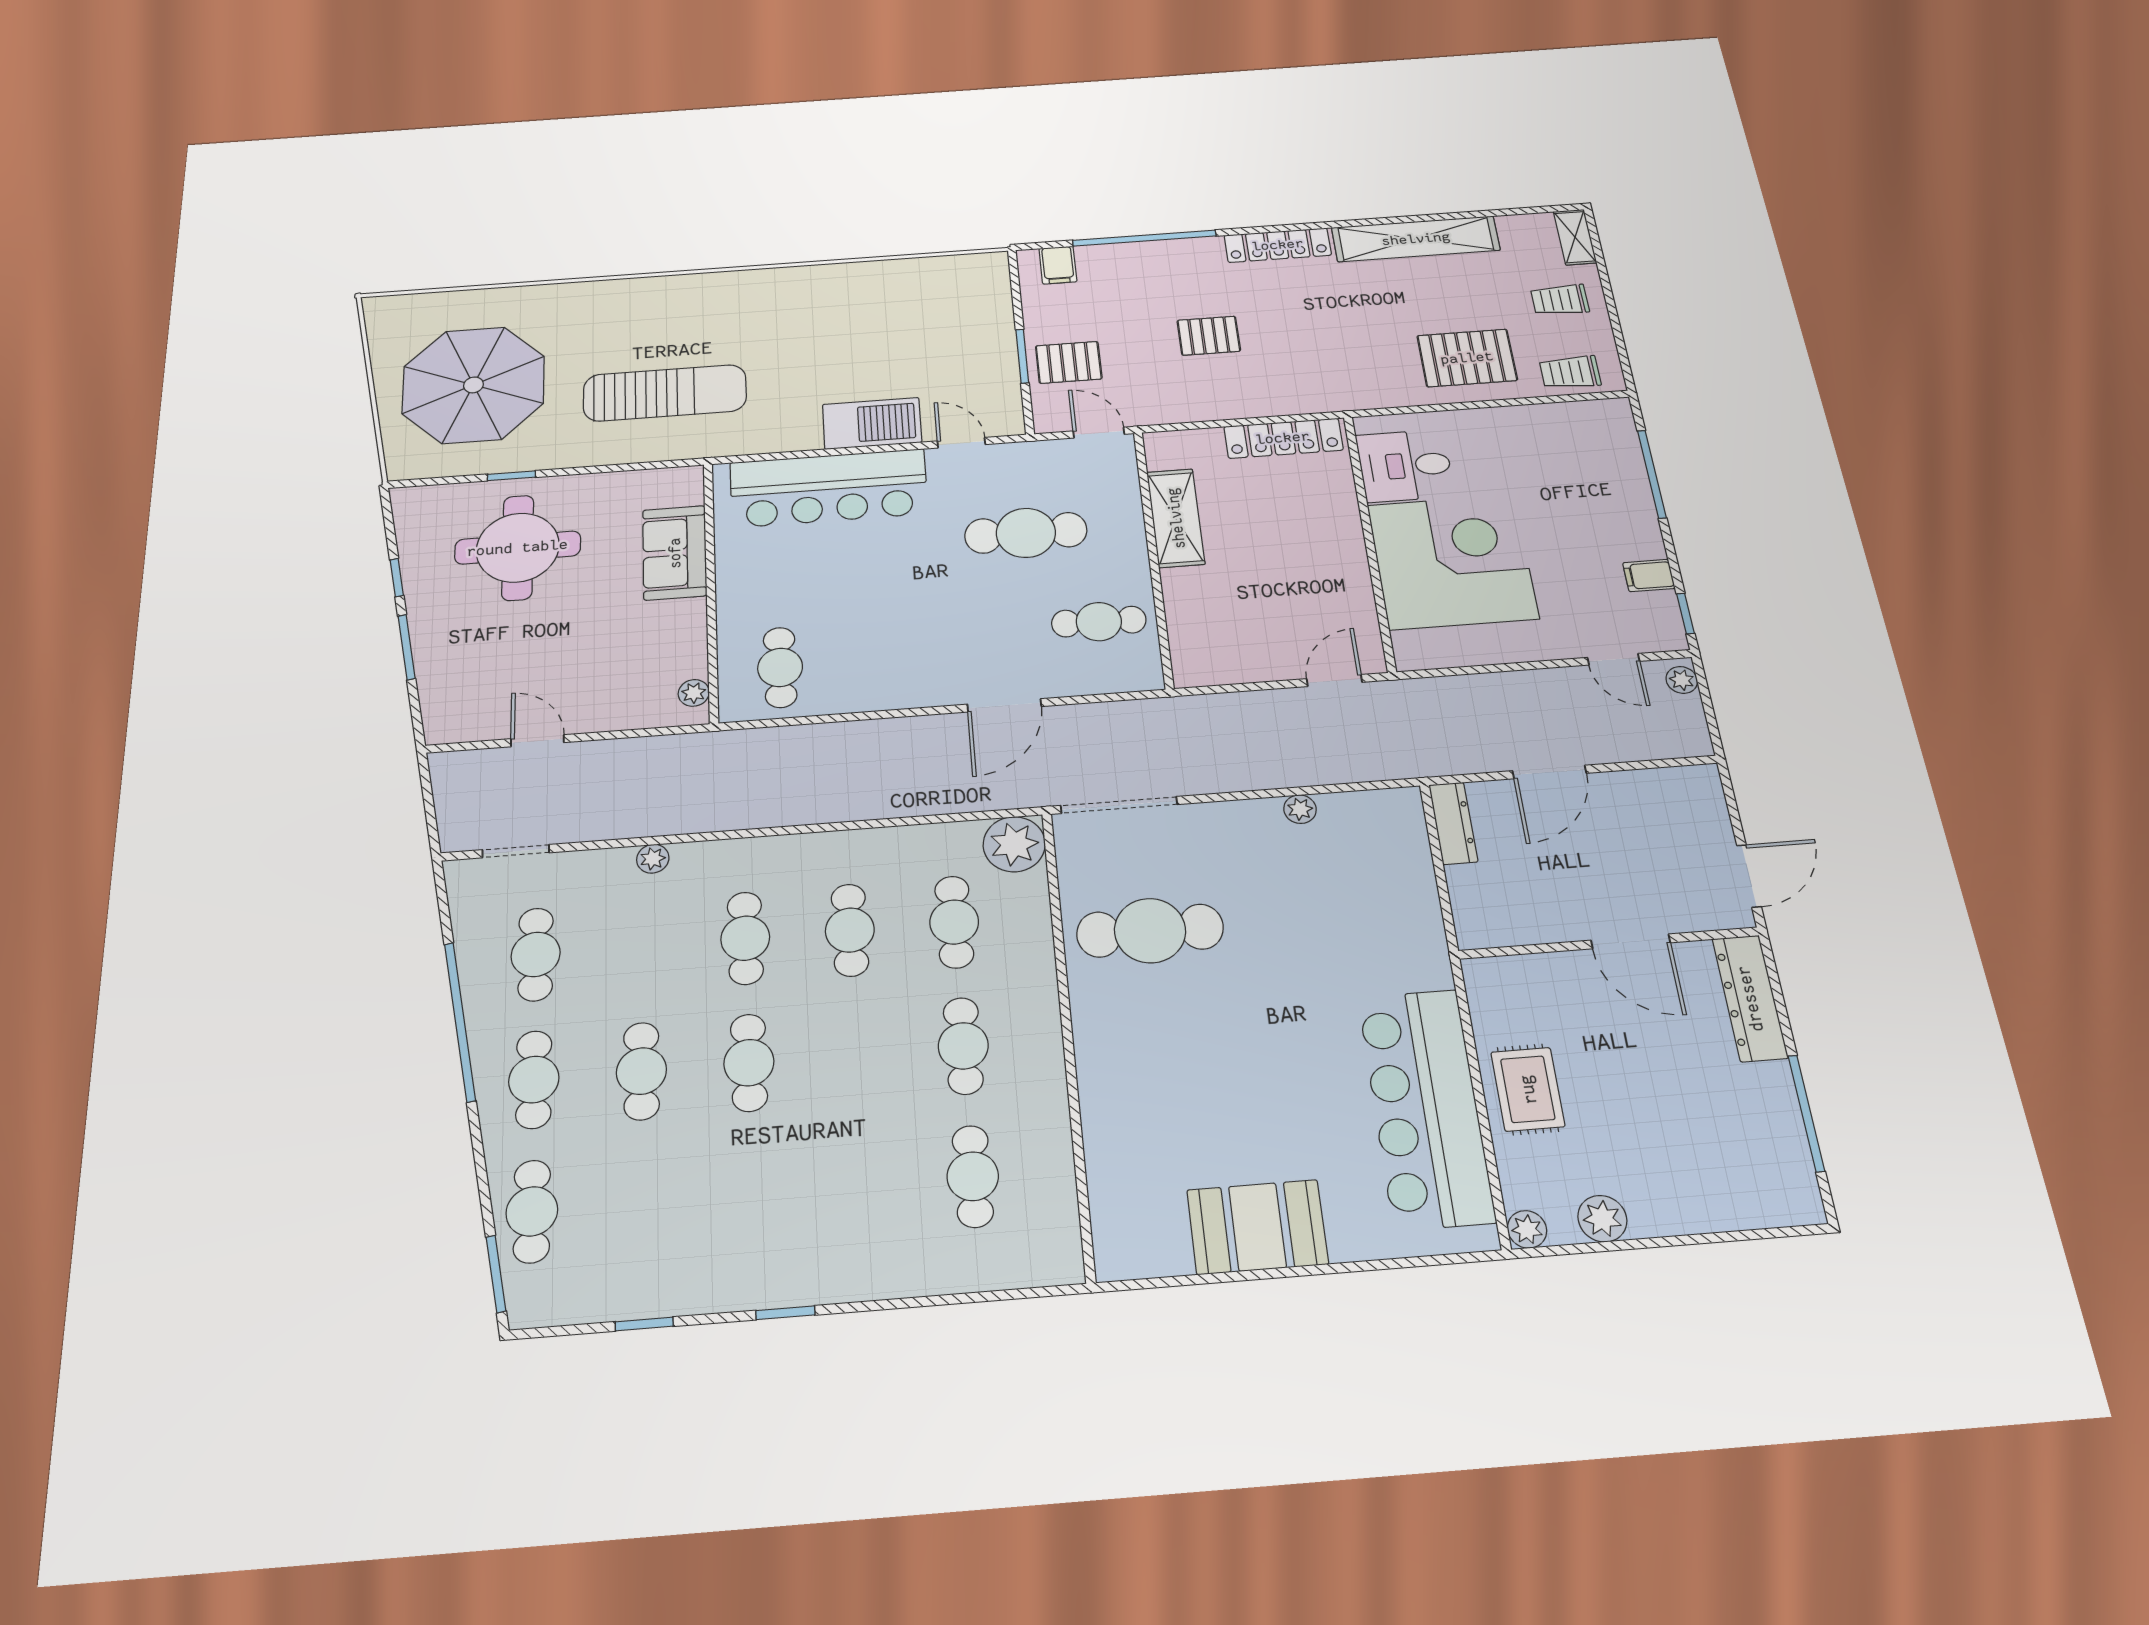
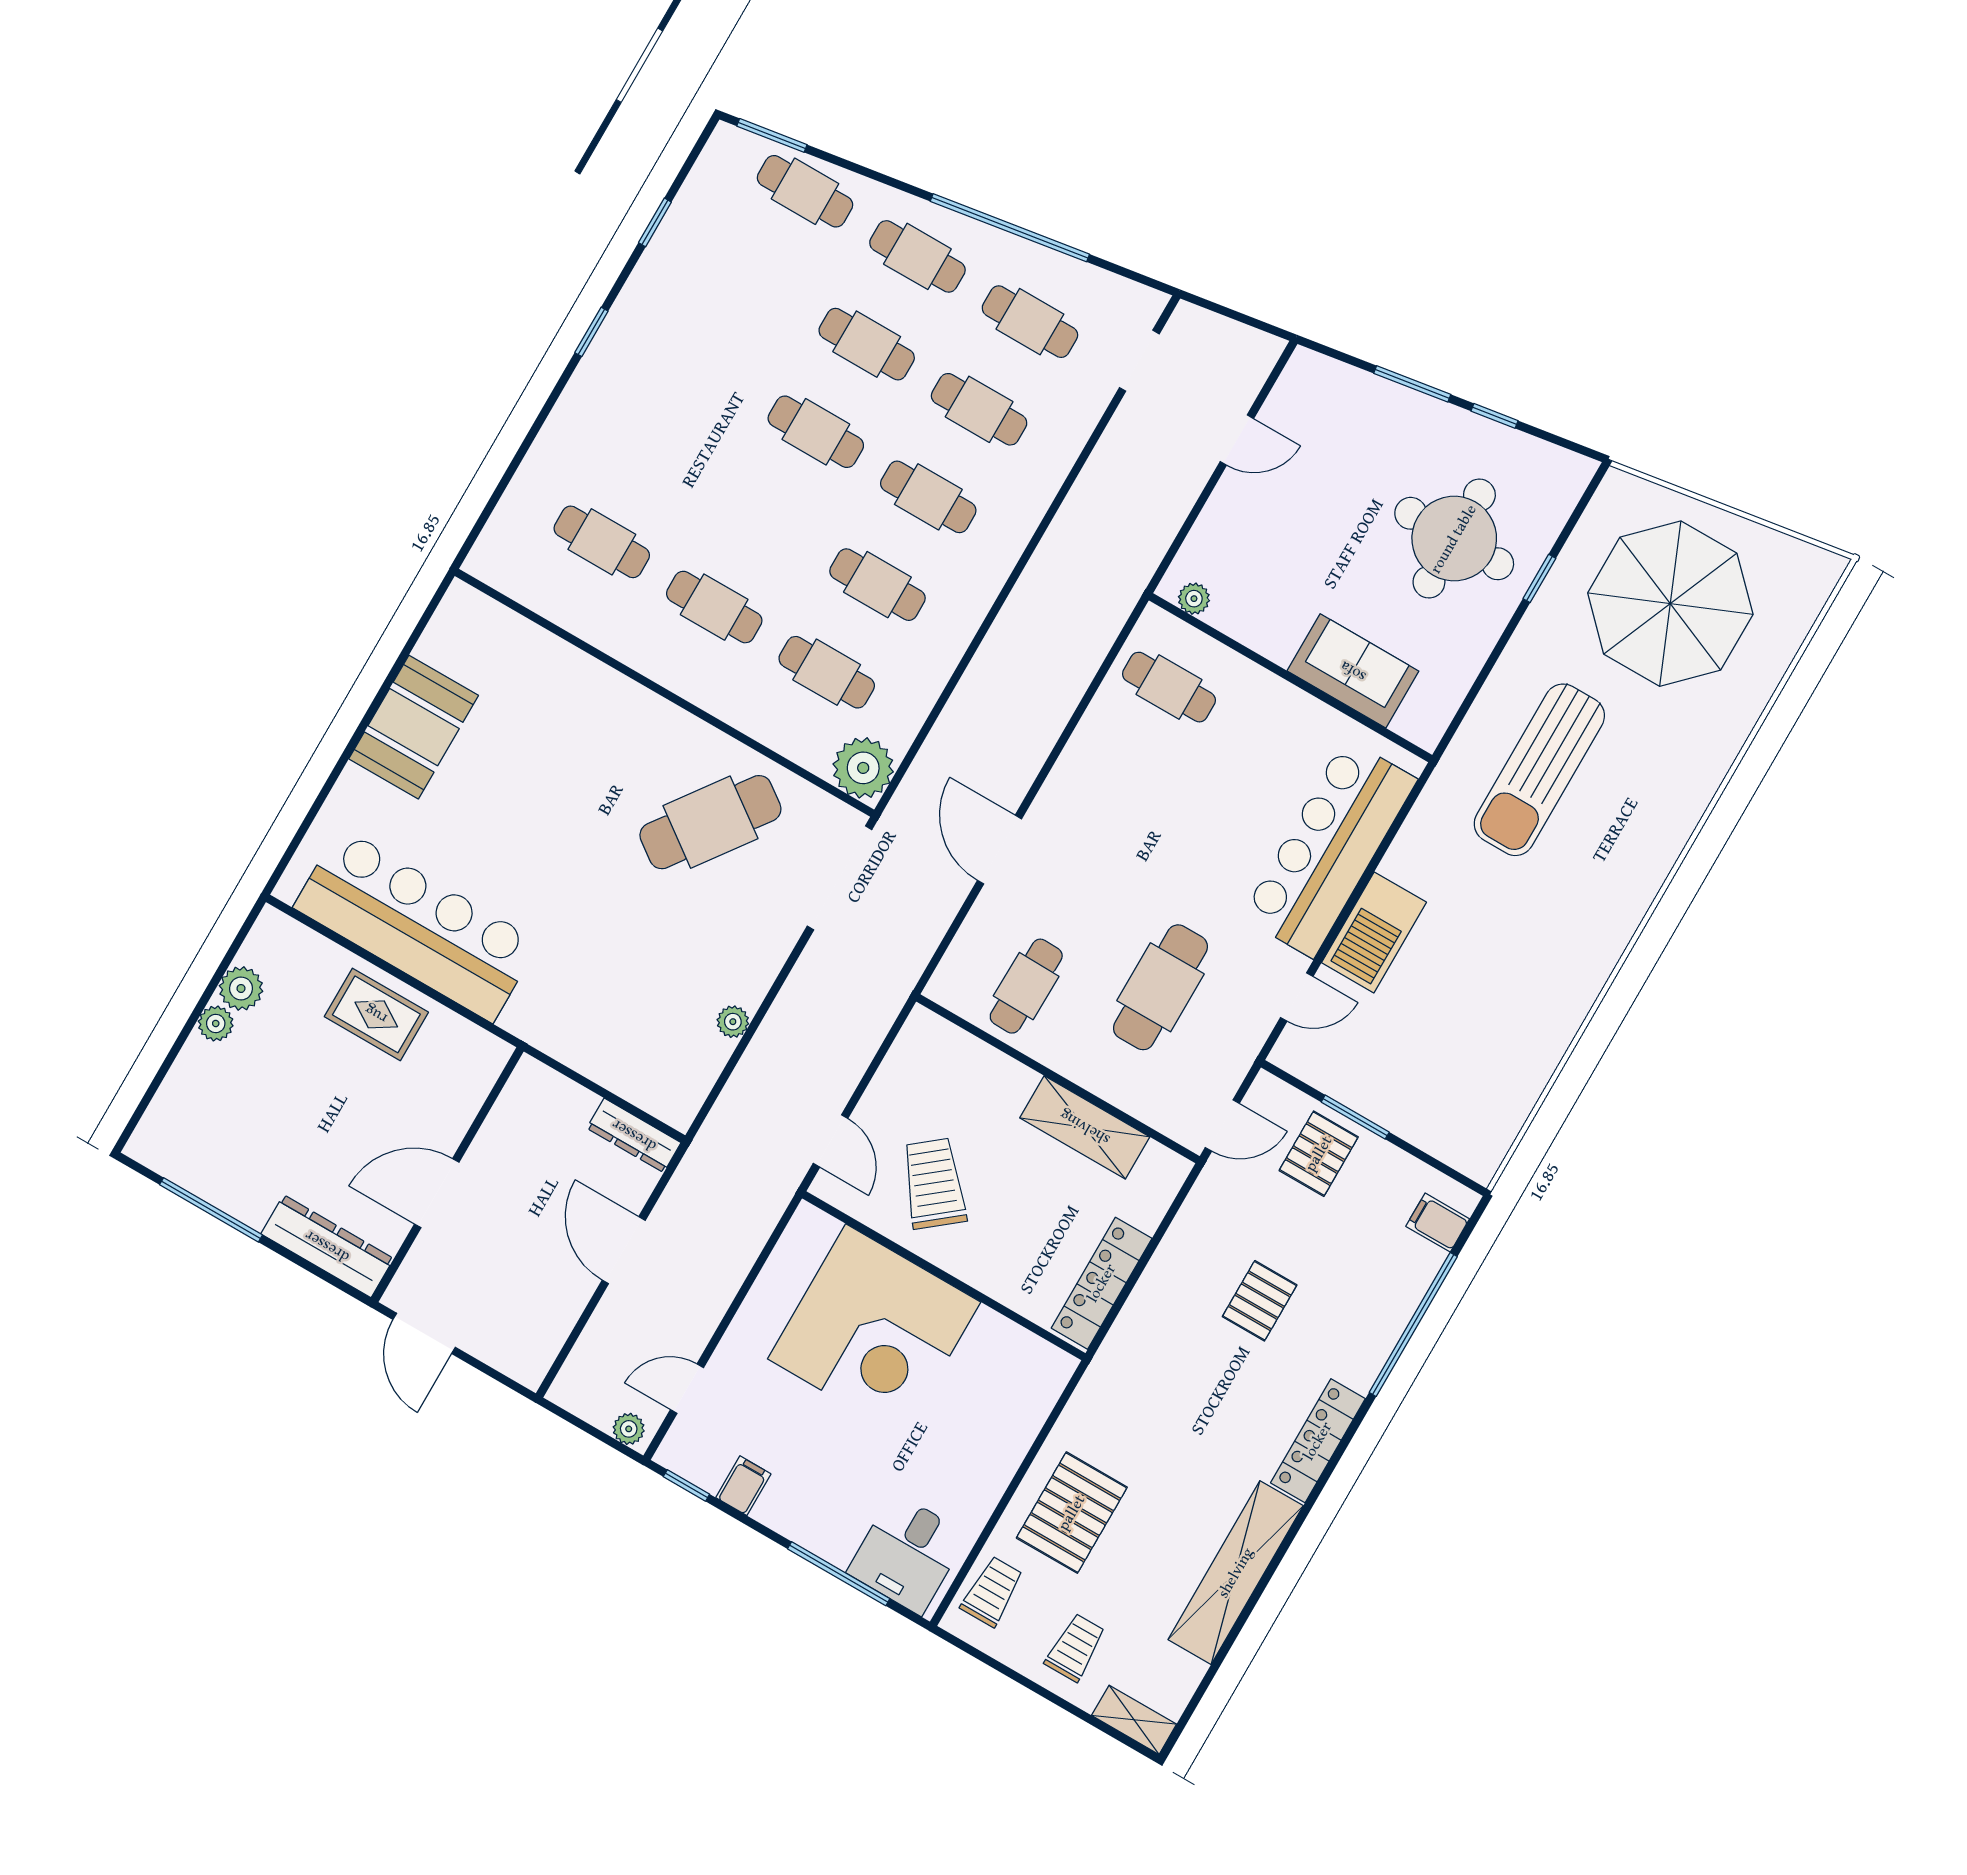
desk: (1405, 466) -> (907, 1554), moved, turned 180
trolley: (1305, 590) -> (934, 1184), added
plant: (653, 859) -> (1054, 468), removed
cafe table: (1150, 931) -> (710, 822), turned 36
cafe table: (641, 946) -> (979, 409), added
plant: (1527, 1229) -> (216, 1024), moved

